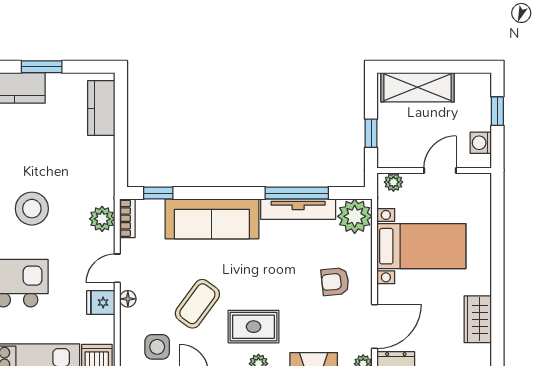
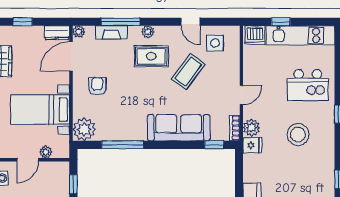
plant: (393, 182) -> (46, 152), moved
tv unit: (298, 209) -> (122, 134), removed
armchair: (335, 282) -> (97, 86), turned -84
floor lamp: (128, 299) -> (234, 75), removed
fridge: (101, 303) -> (252, 145), moved

